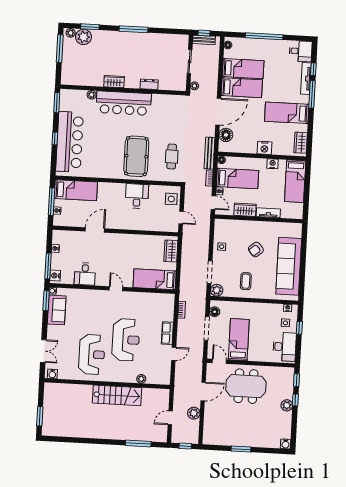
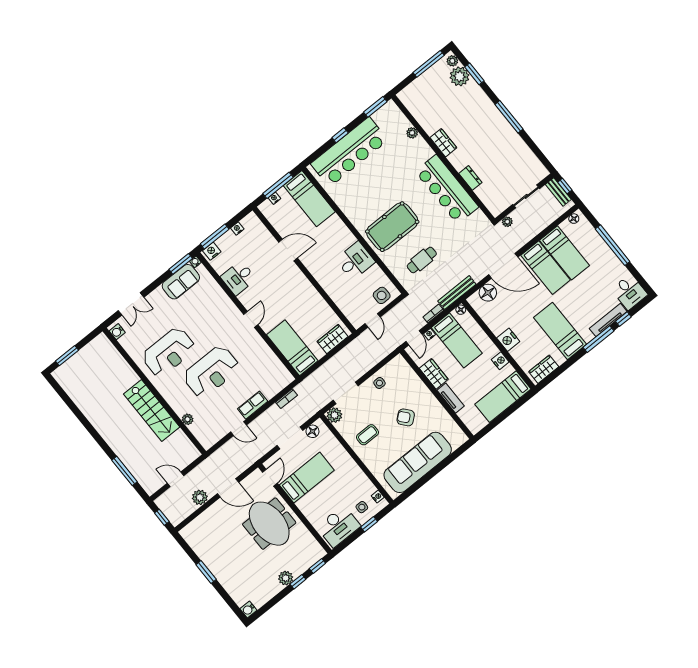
bar counter: (124, 103) -> (447, 189), moved

